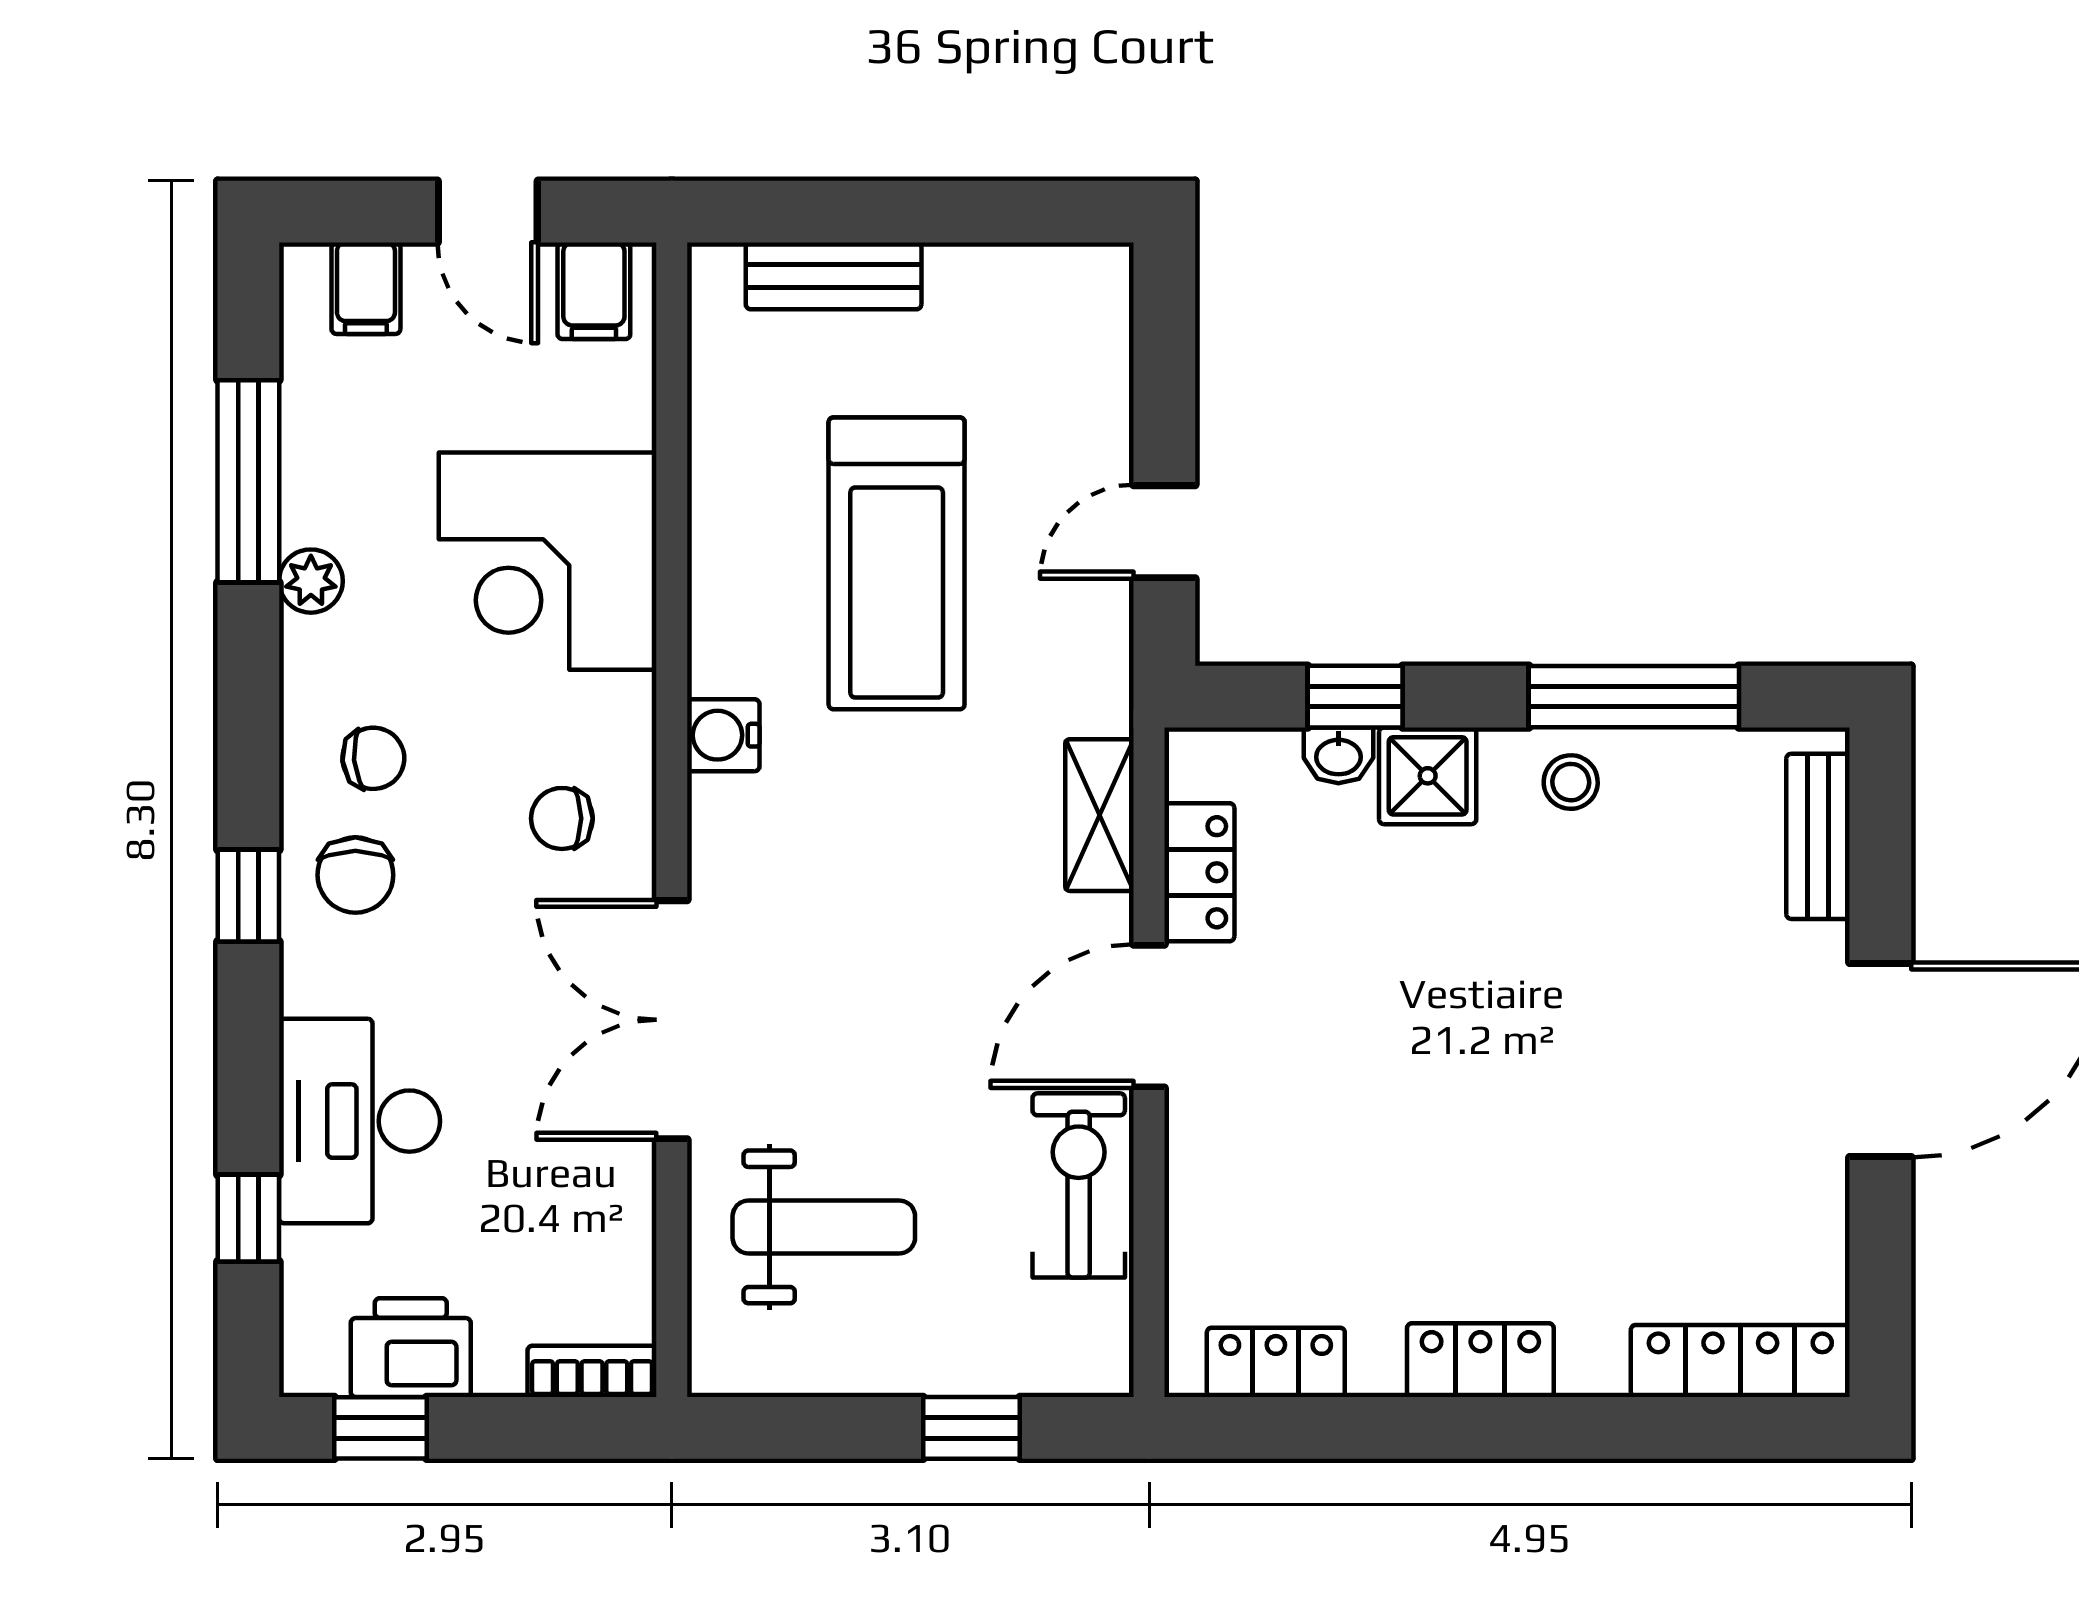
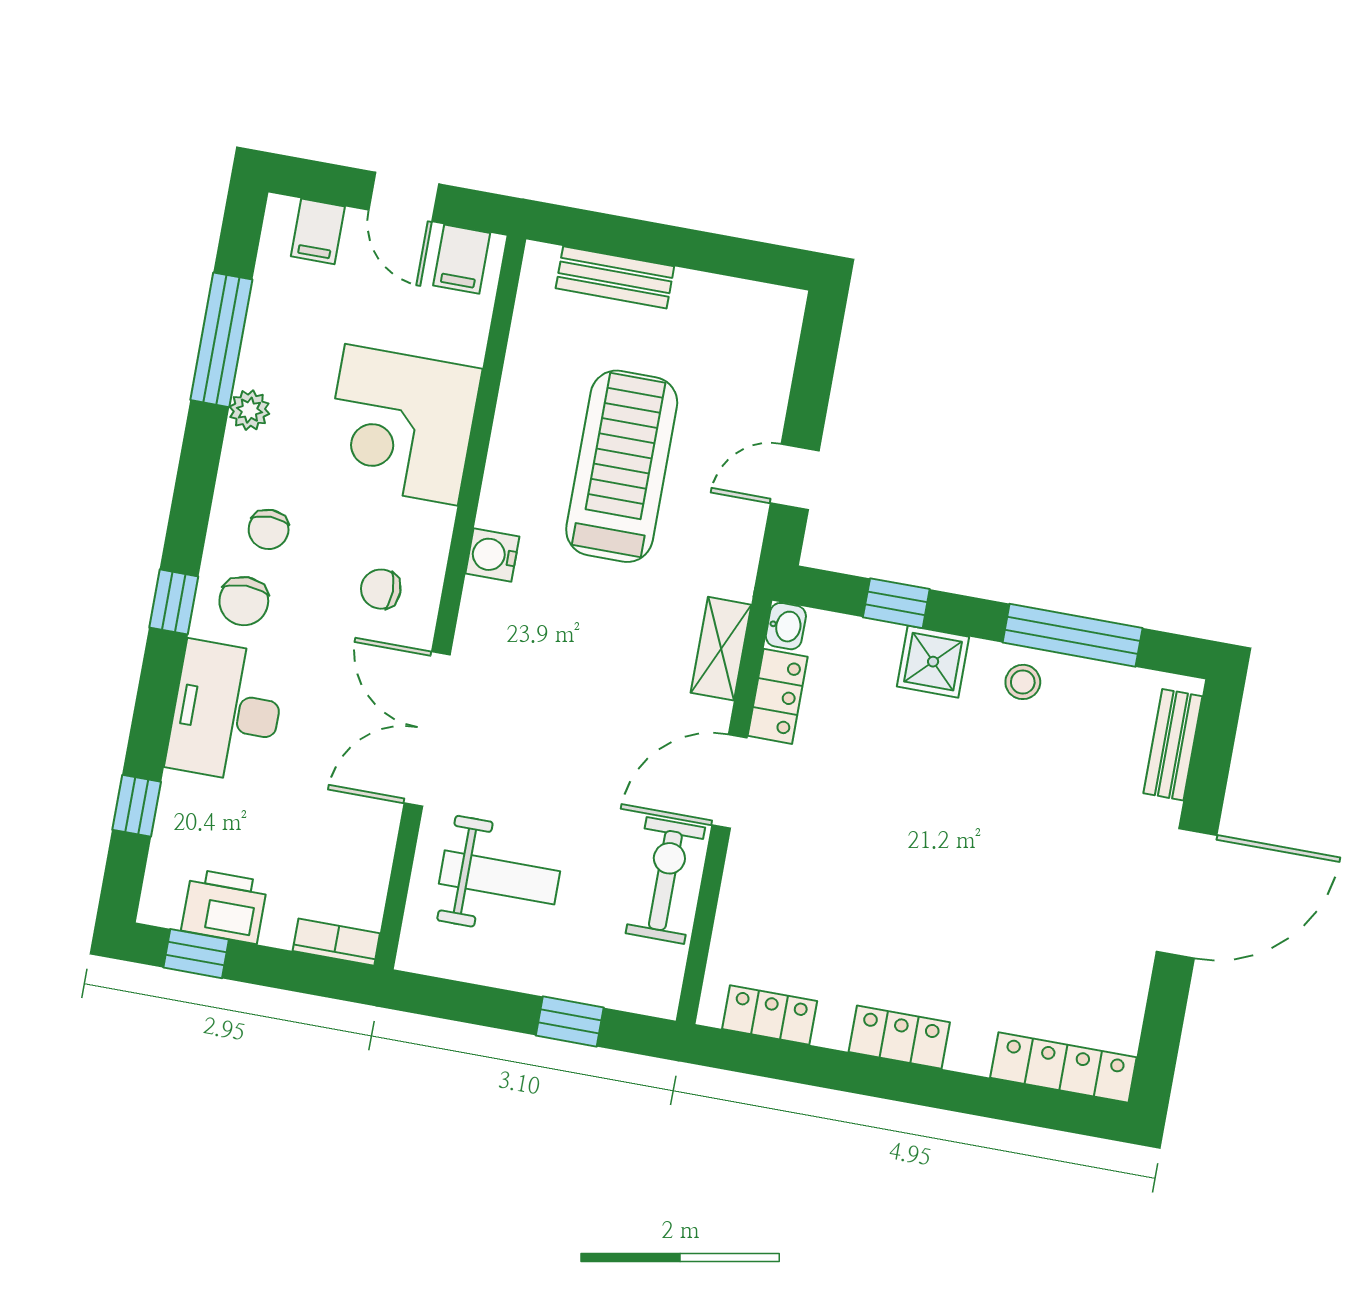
treadmill: (897, 563) -> (622, 466), turned 180
washbasin: (1338, 755) -> (786, 626), moved, turned -90
chair: (373, 758) -> (269, 529), turned 95
desk: (360, 1121) -> (226, 712), moved

